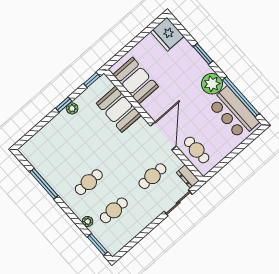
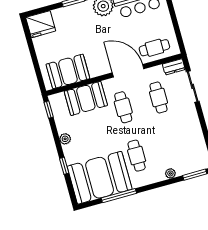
window: (64, 105) -> (64, 166), moved
booth: (52, 158) -> (100, 178), added
cafe table: (114, 210) -> (123, 107), moved

